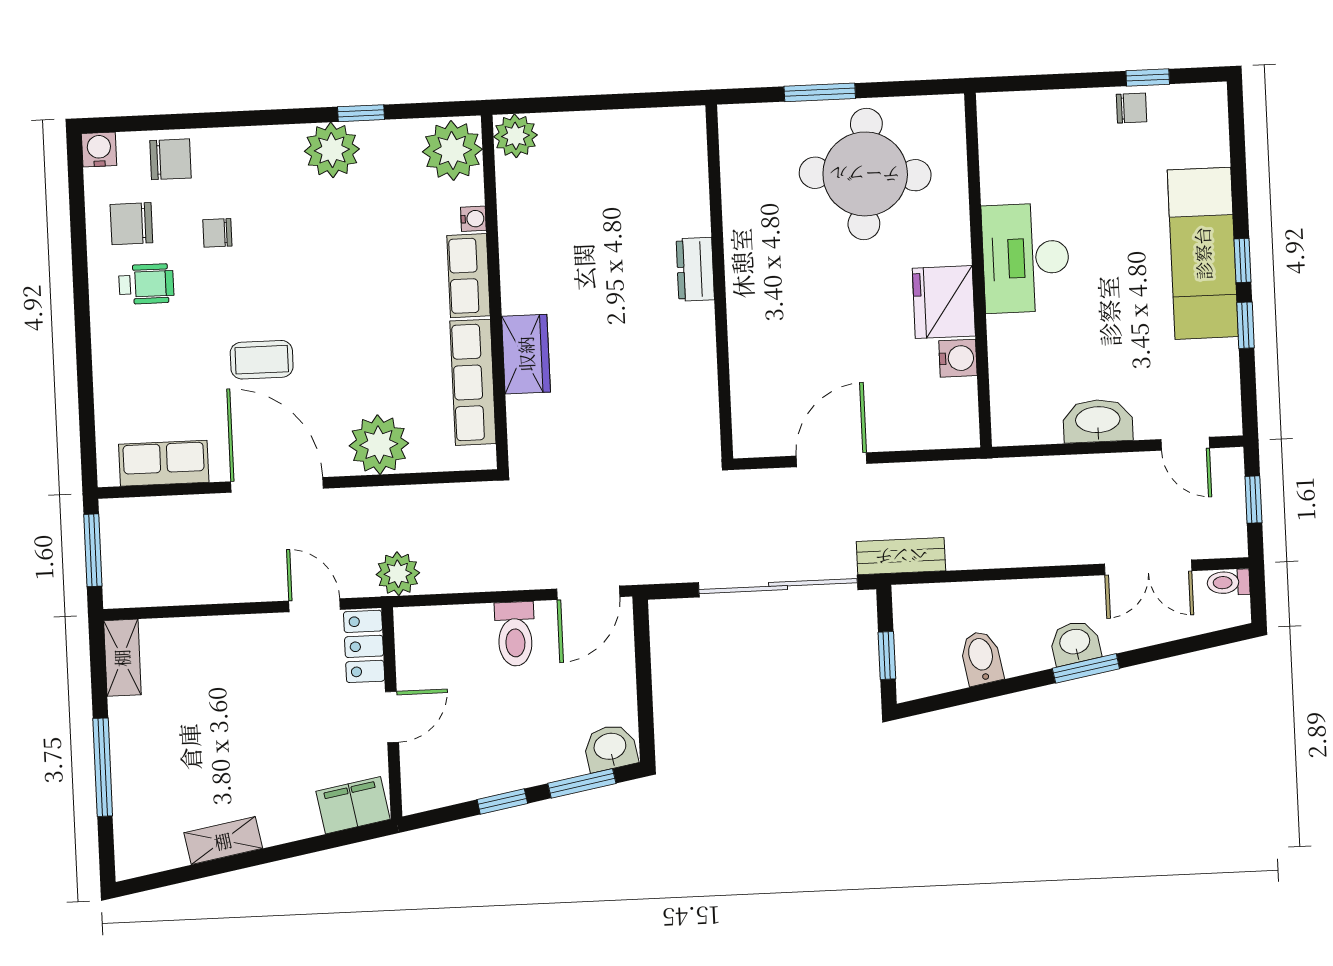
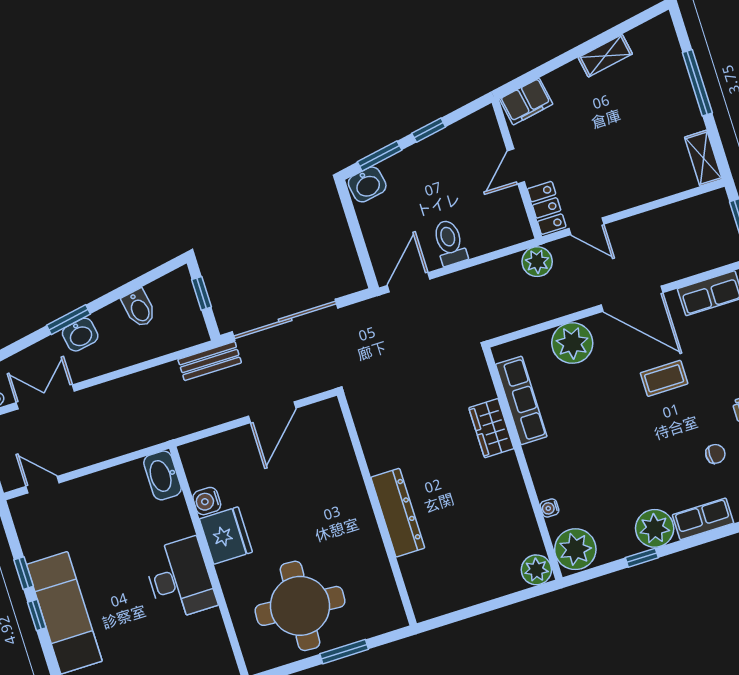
dresser: (695, 269) -> (398, 513), width x1.96, depth x1.24
row of seats: (469, 276) -> (703, 519), moved, turned -90
washbasin: (1098, 421) -> (162, 475), moved, turned 90

